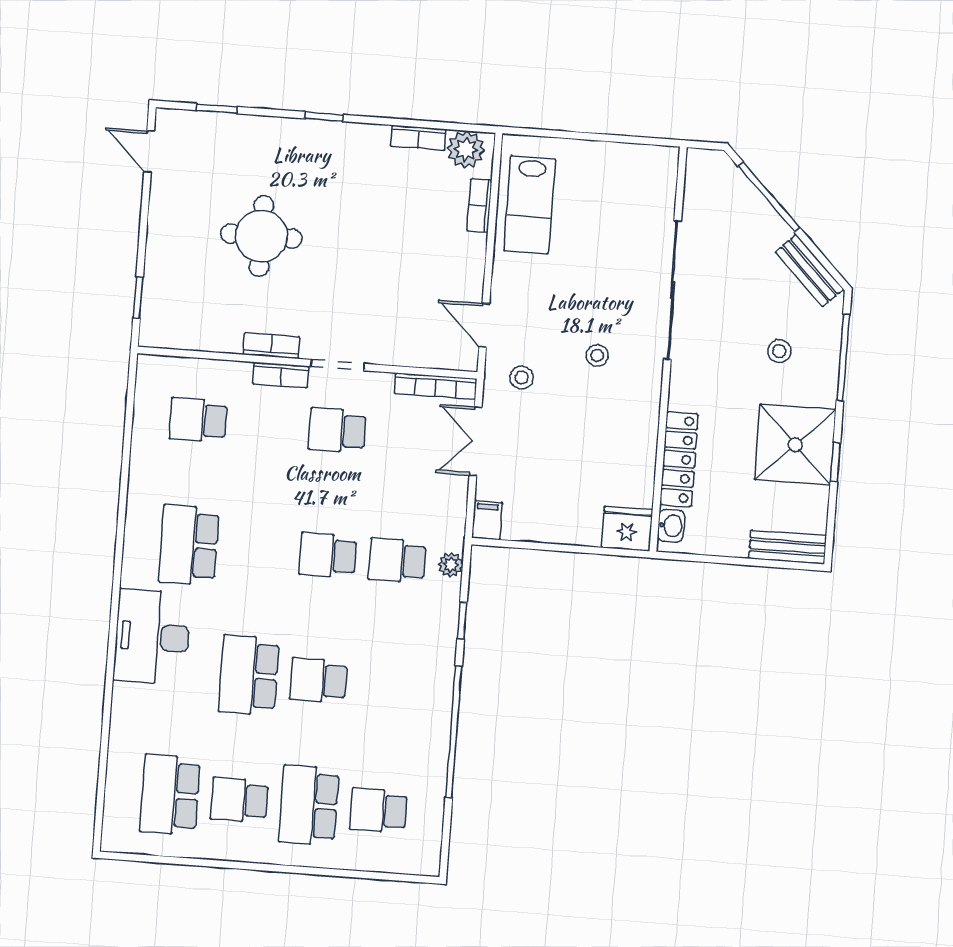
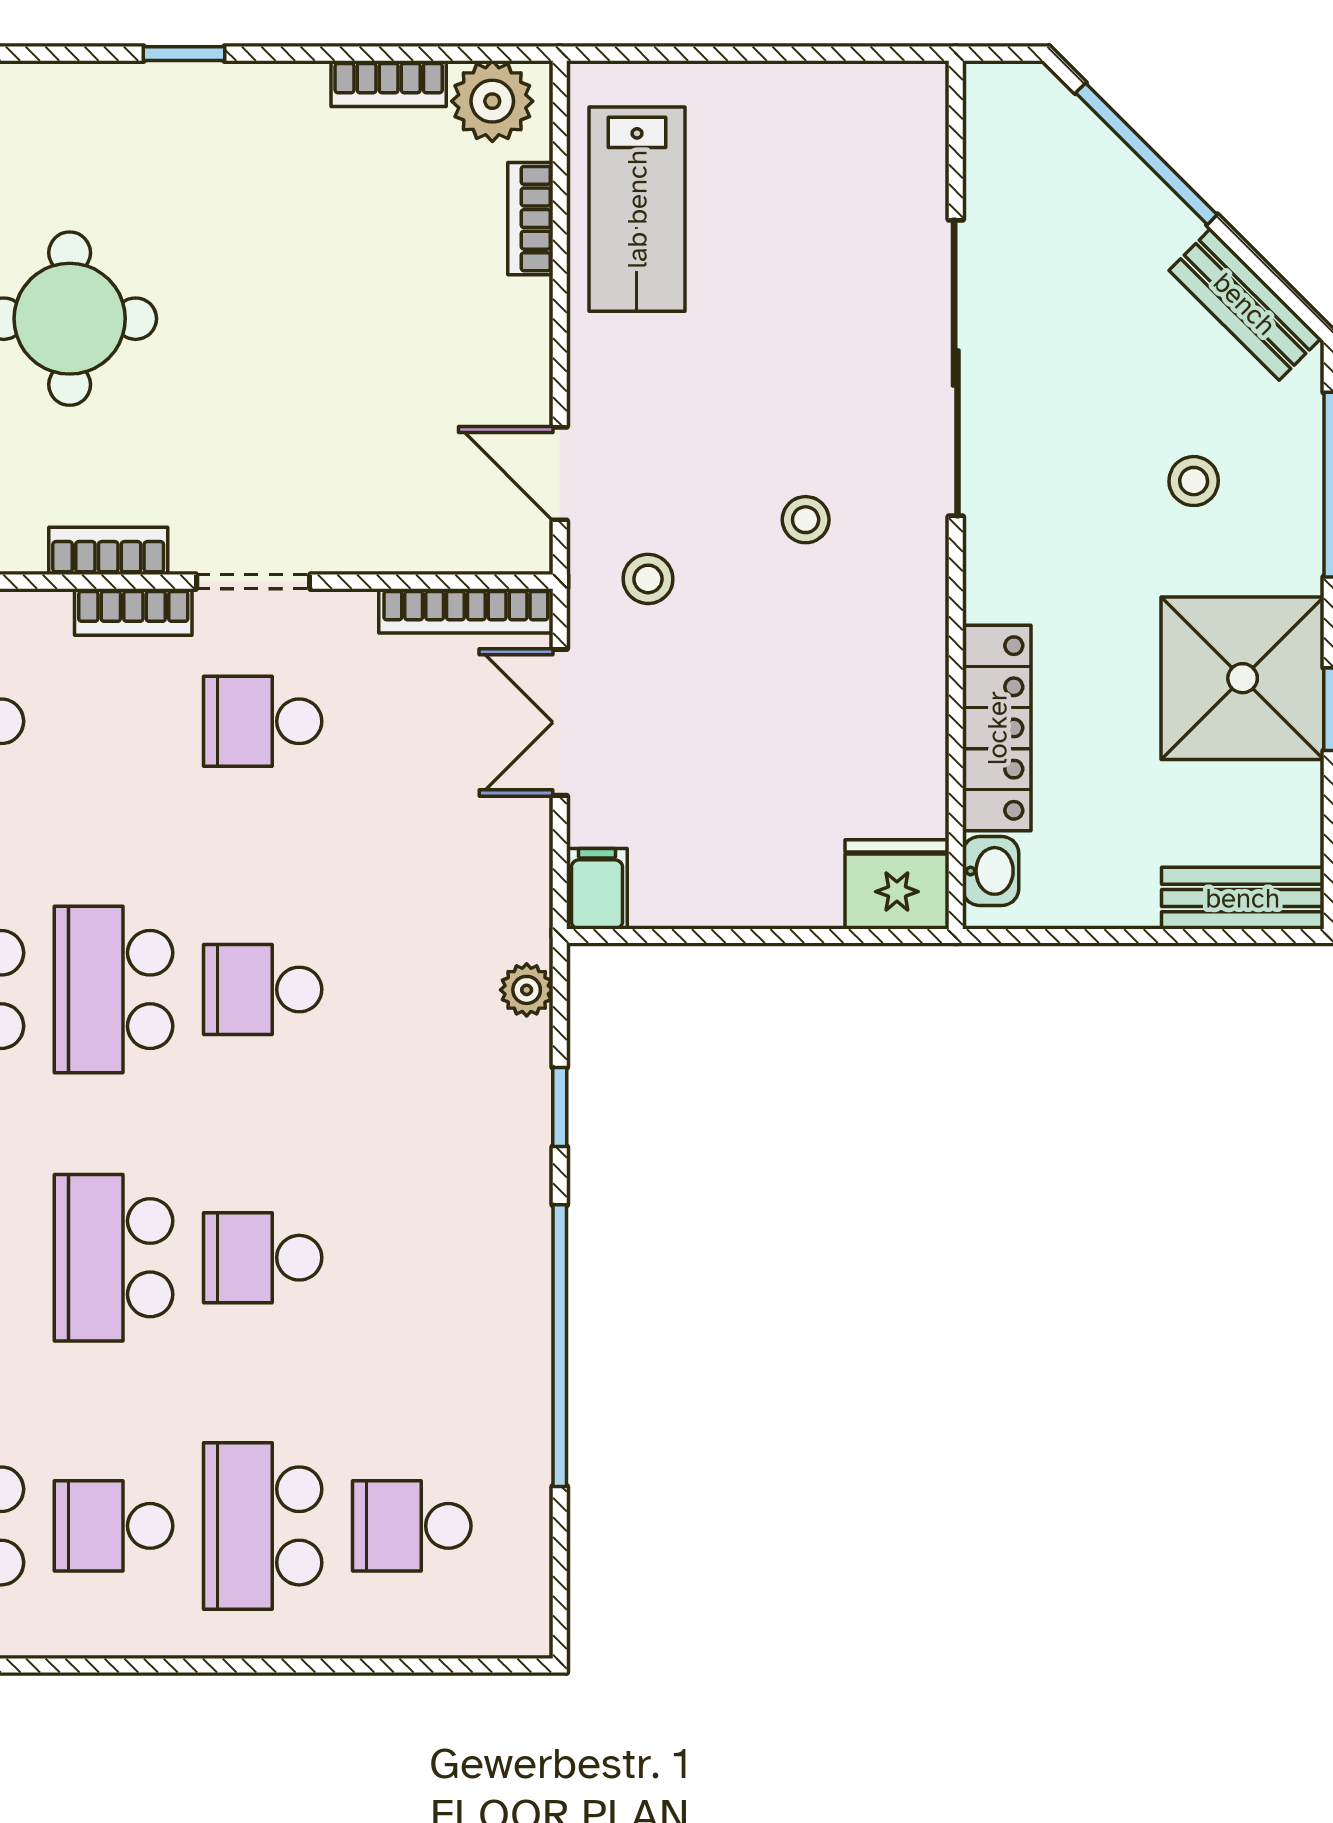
school desk: (397, 561) -> (114, 989), moved, width x1.85

